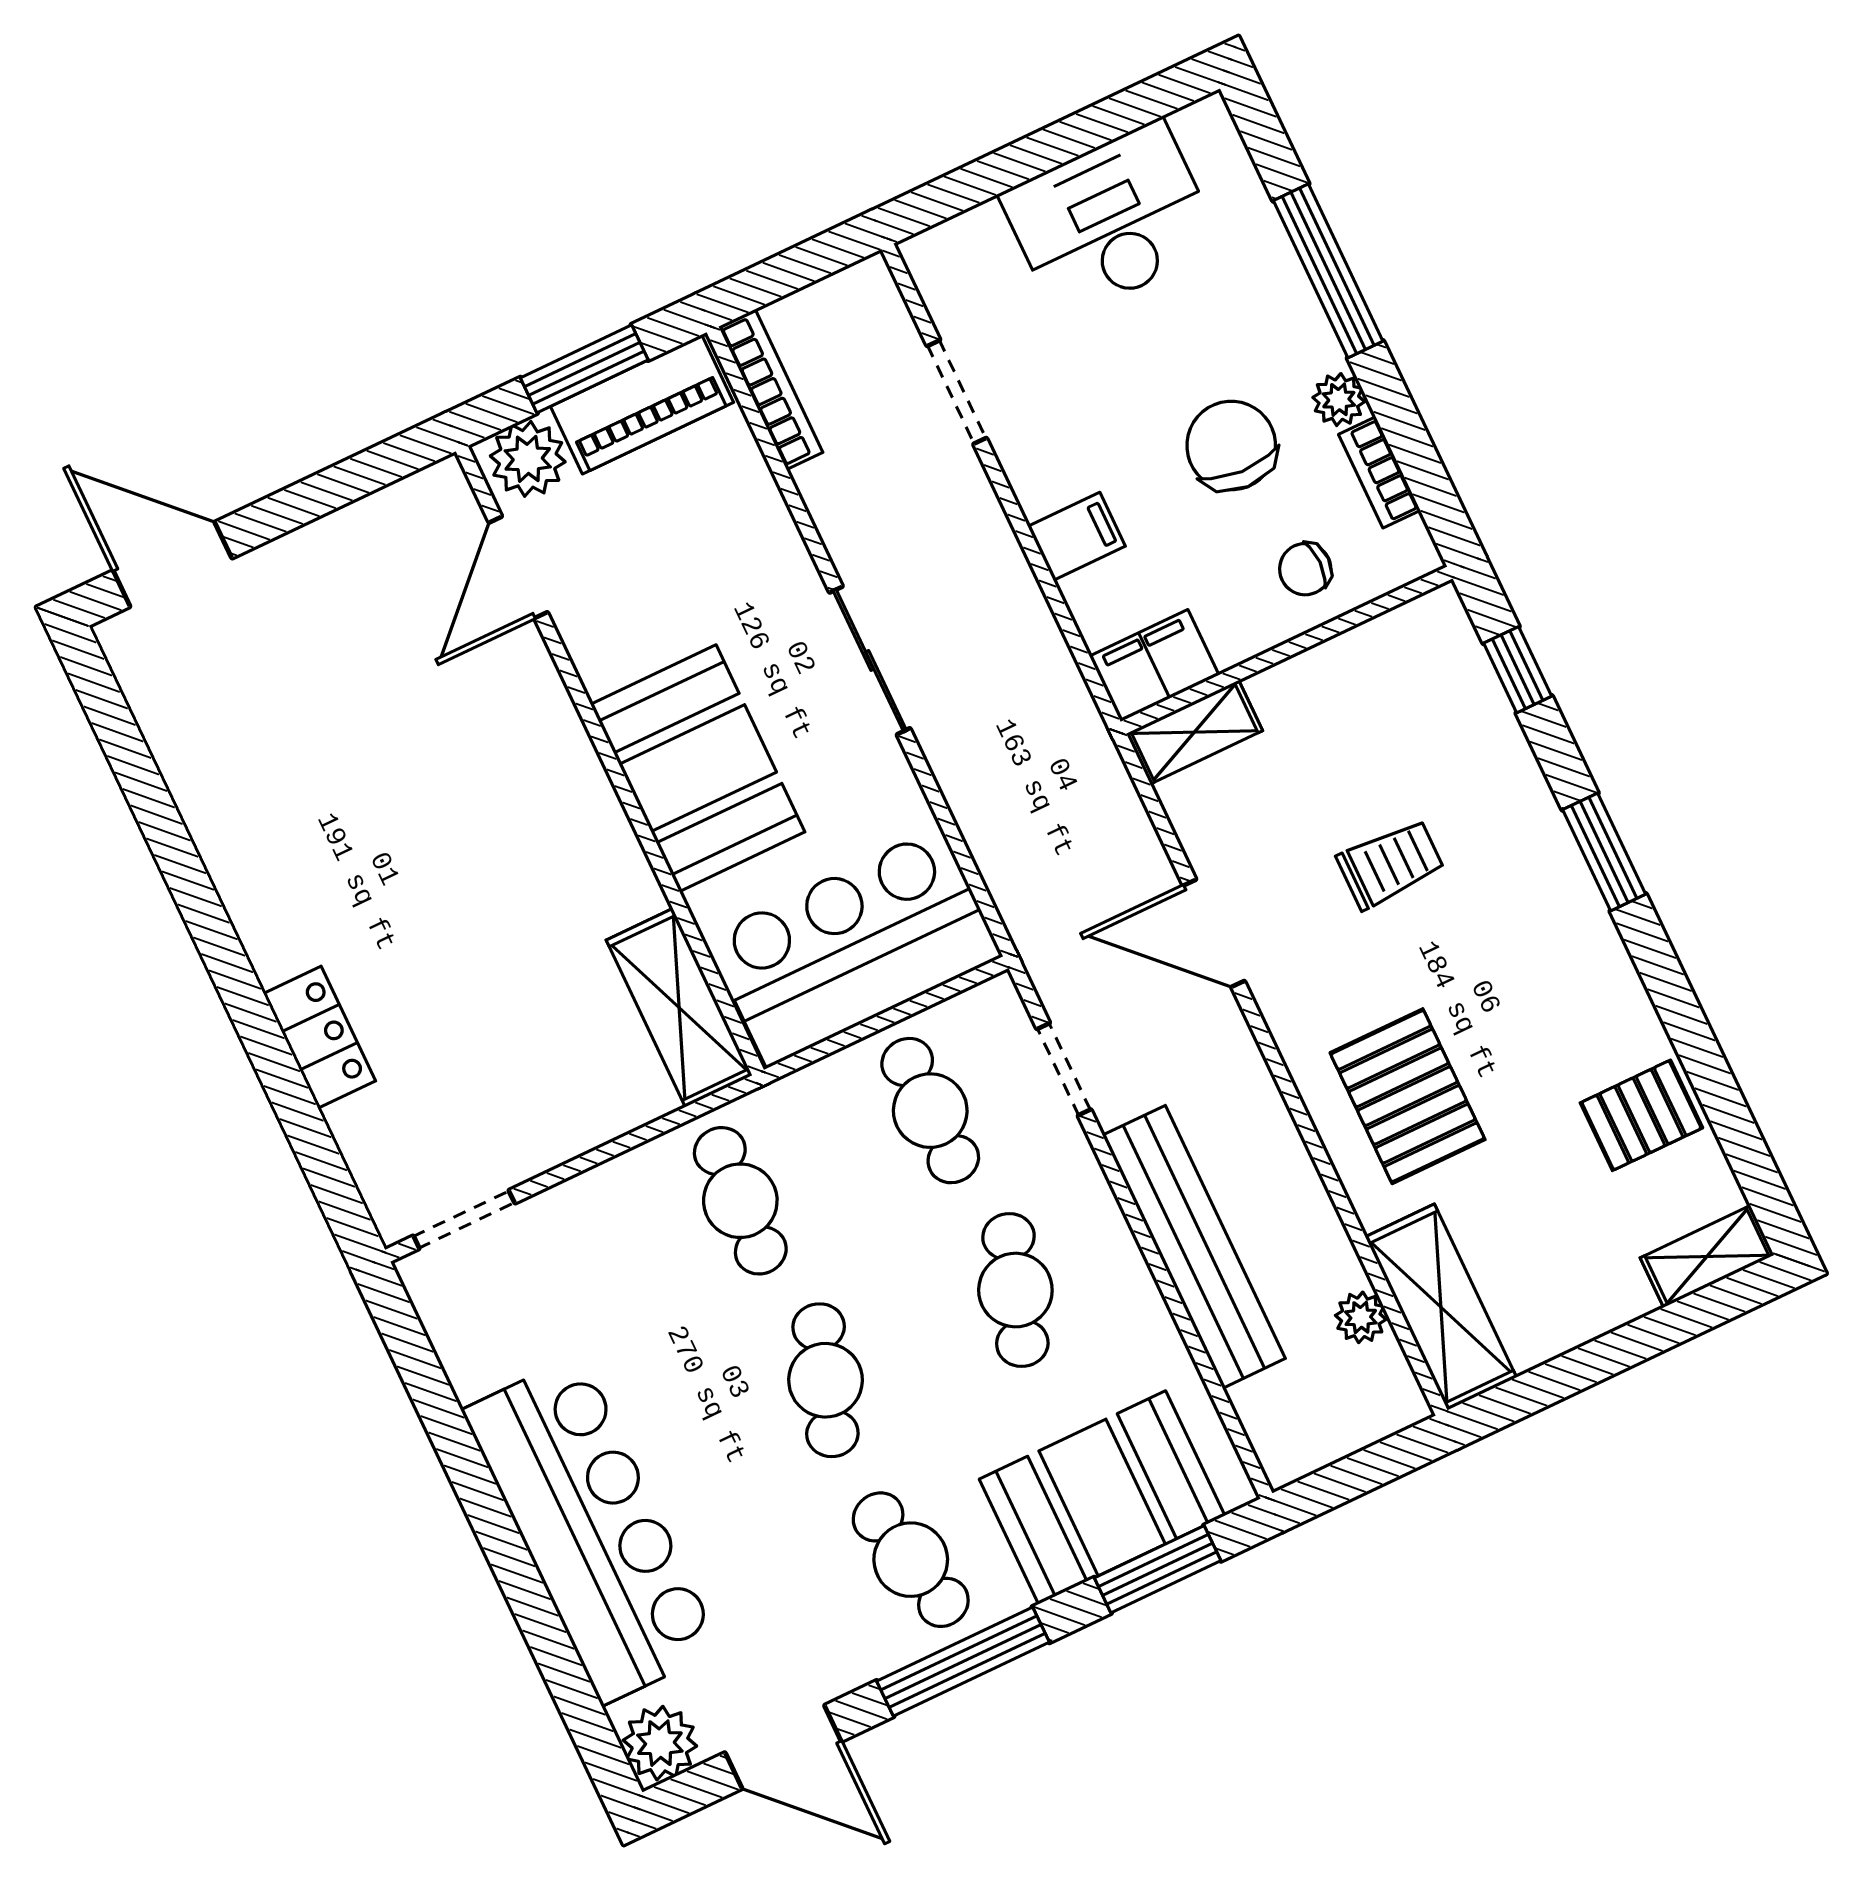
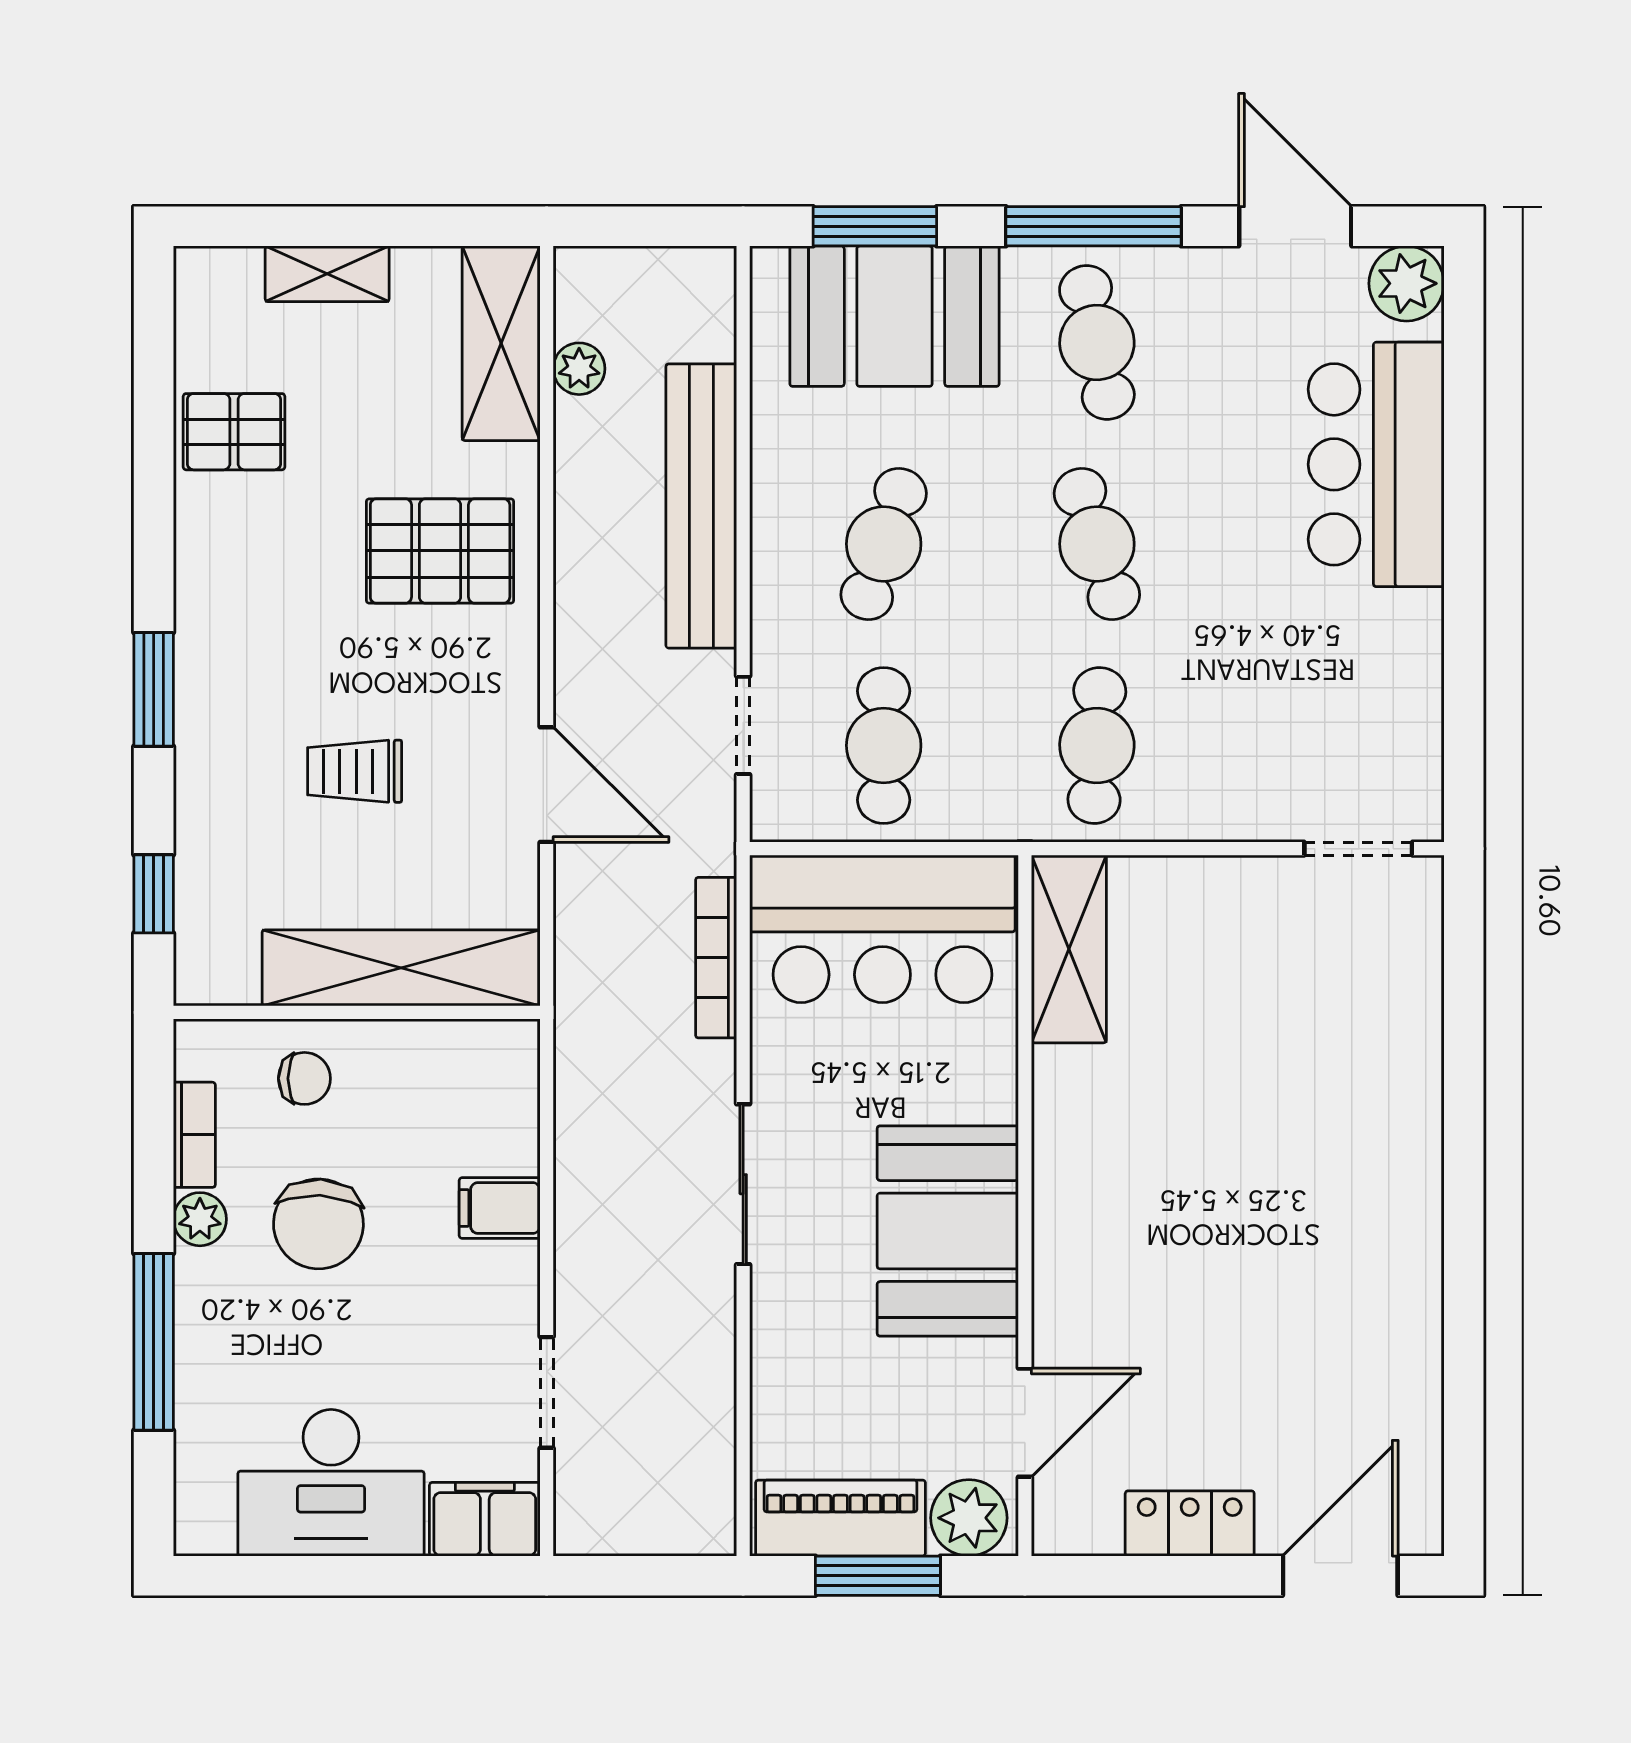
bookcase: (771, 389) -> (716, 958), moved
door: (172, 564) -> (1340, 1576), swing flipped
filing cabinet: (1154, 666) -> (485, 1519), moved, turned 180
shelving: (1194, 732) -> (401, 968), width x2.20, depth x1.33
booth: (698, 768) -> (948, 1231), moved
locker: (319, 1037) -> (1190, 1523), moved, turned 90
pallet: (1408, 1096) -> (440, 551), turned 90
shelving: (1707, 1256) -> (327, 274), moved
cafe table: (826, 1380) -> (1097, 544), turned -36
bar counter: (592, 1530) -> (1376, 464), width x0.73

